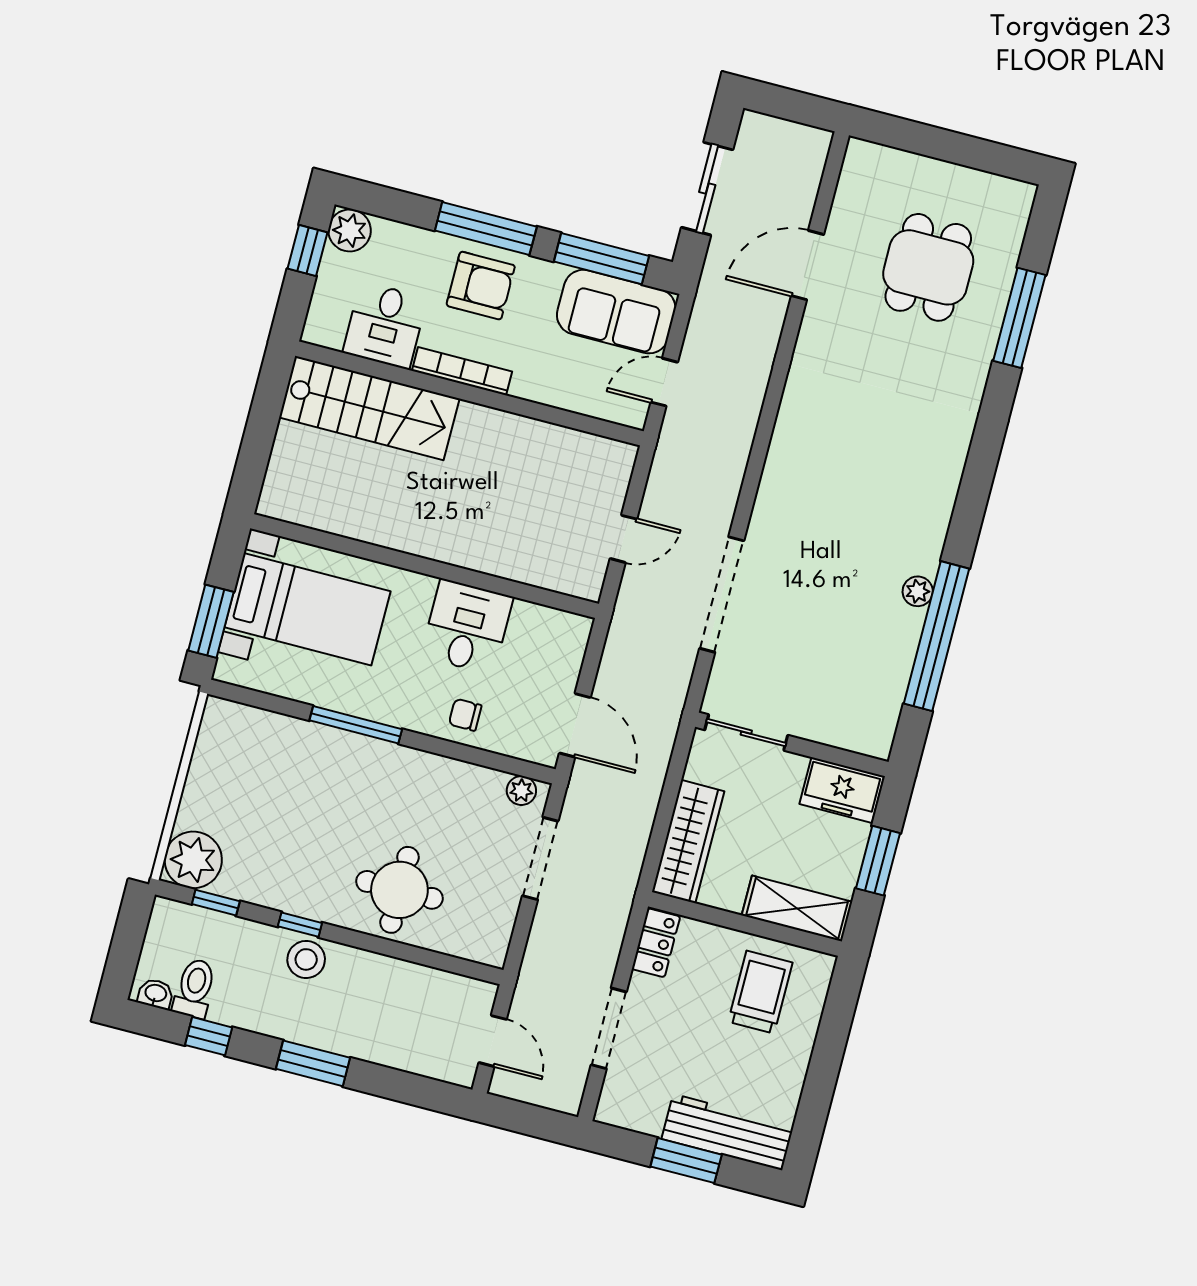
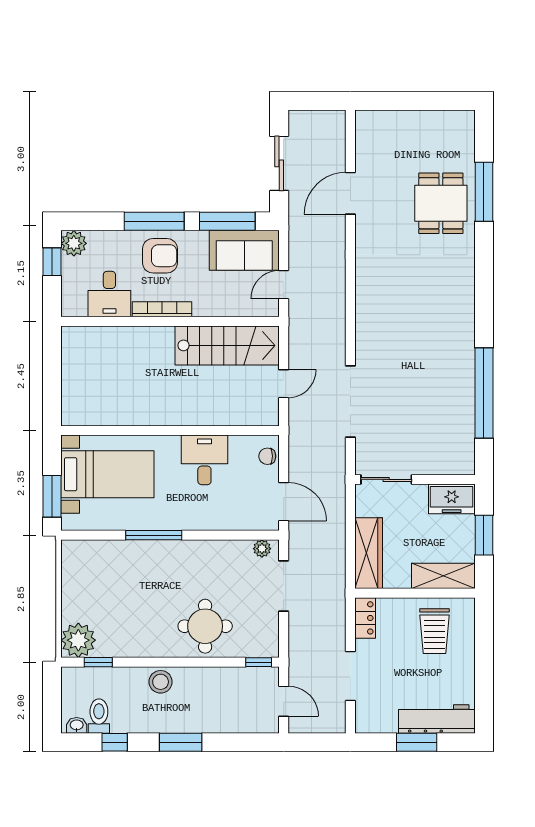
dining table: (928, 267) -> (441, 203), moved
stairs: (369, 408) -> (227, 345), moved
plant: (918, 591) -> (466, 369), removed
chair: (465, 715) -> (267, 456), moved
window: (300, 925) -> (259, 662), moved
trolley: (760, 992) -> (435, 631), turned 180

